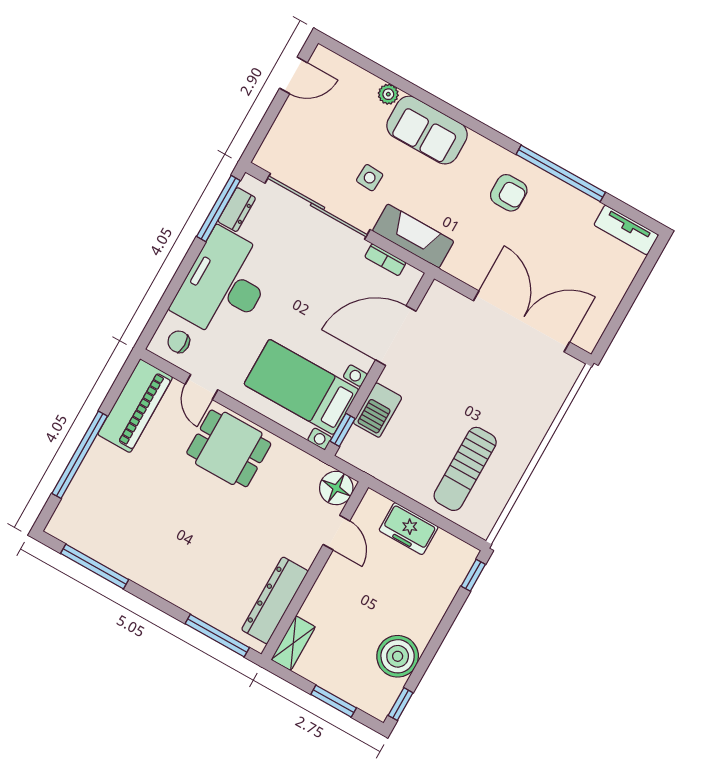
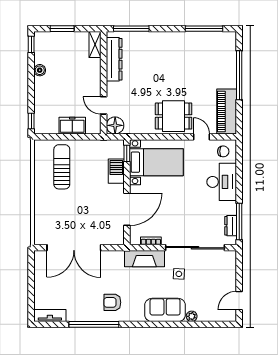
desk: (224, 285) -> (222, 182), width x0.73, depth x0.77
boiler: (398, 656) -> (40, 70), width x0.54, depth x0.54

